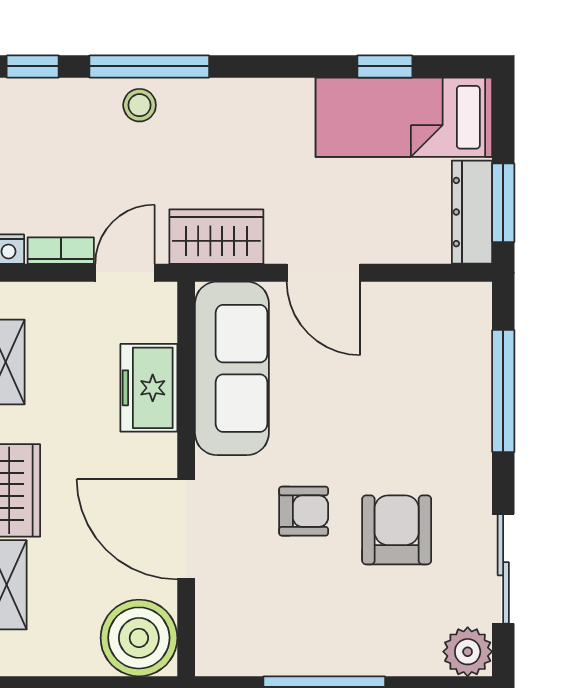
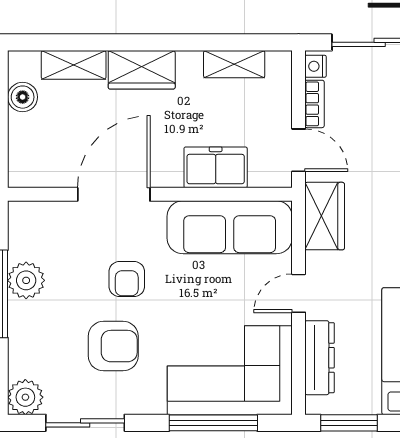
dresser: (472, 212) -> (320, 358), moved, turned 90
door: (324, 273) -> (299, 293), width x0.73
corner sofa: (430, 368) -> (230, 370), added
boiler: (139, 638) -> (23, 97), moved, width x0.54, depth x0.54
plant: (306, 651) -> (26, 280), added

